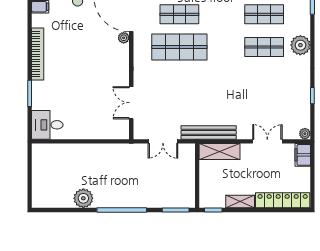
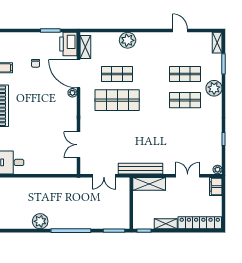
plant: (300, 45) -> (214, 88), moved

